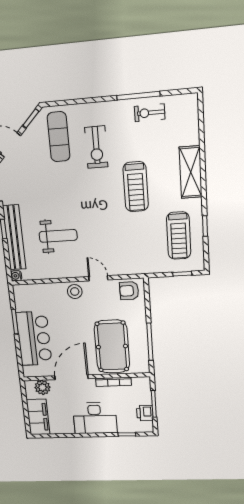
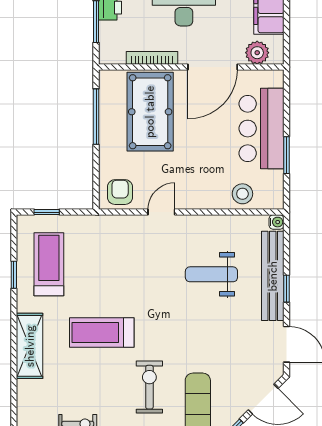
treadmill: (136, 187) -> (102, 333), turned -90
door: (98, 278) -> (161, 212), swing flipped
armchair: (129, 291) -> (120, 192), turned -90
stool: (75, 292) -> (242, 194), moved

